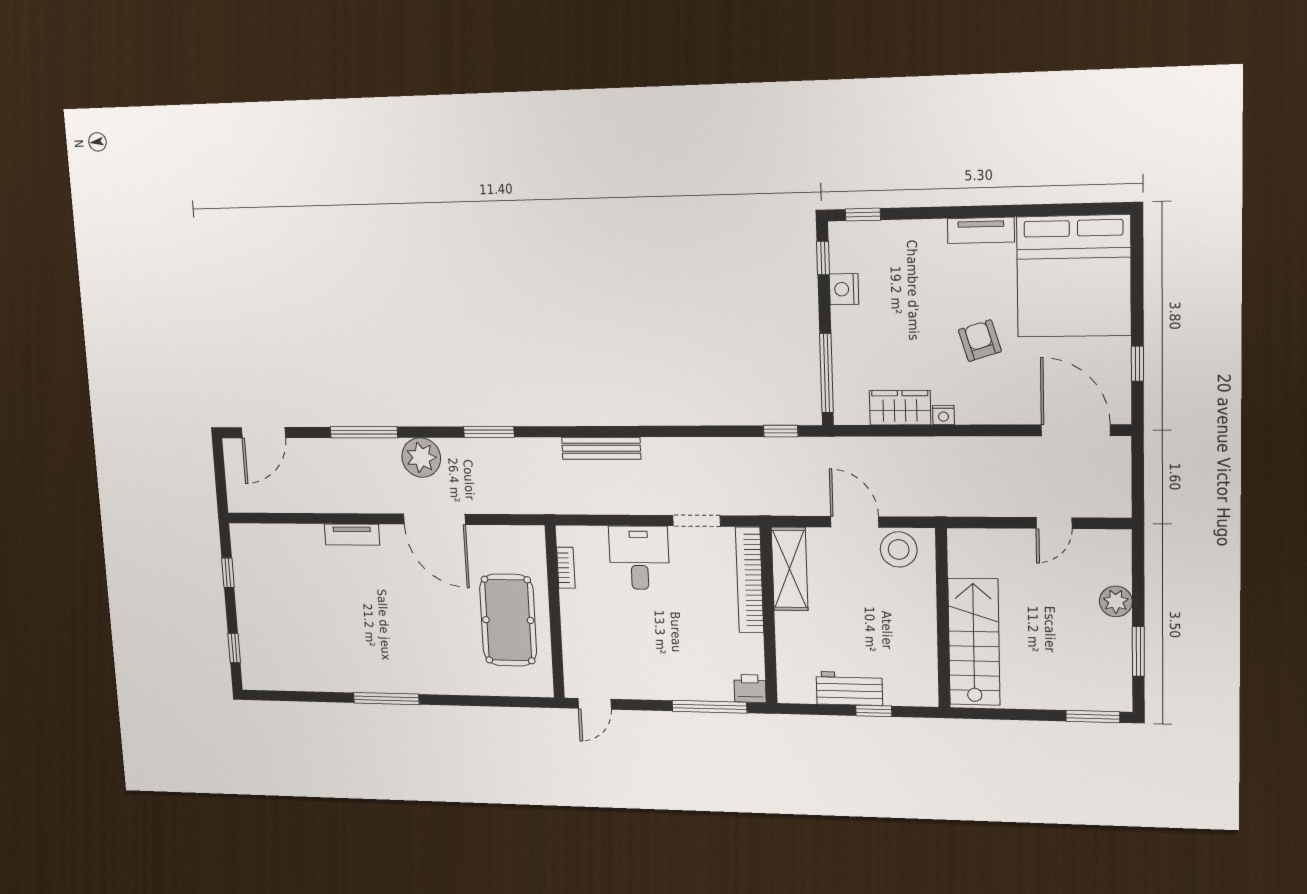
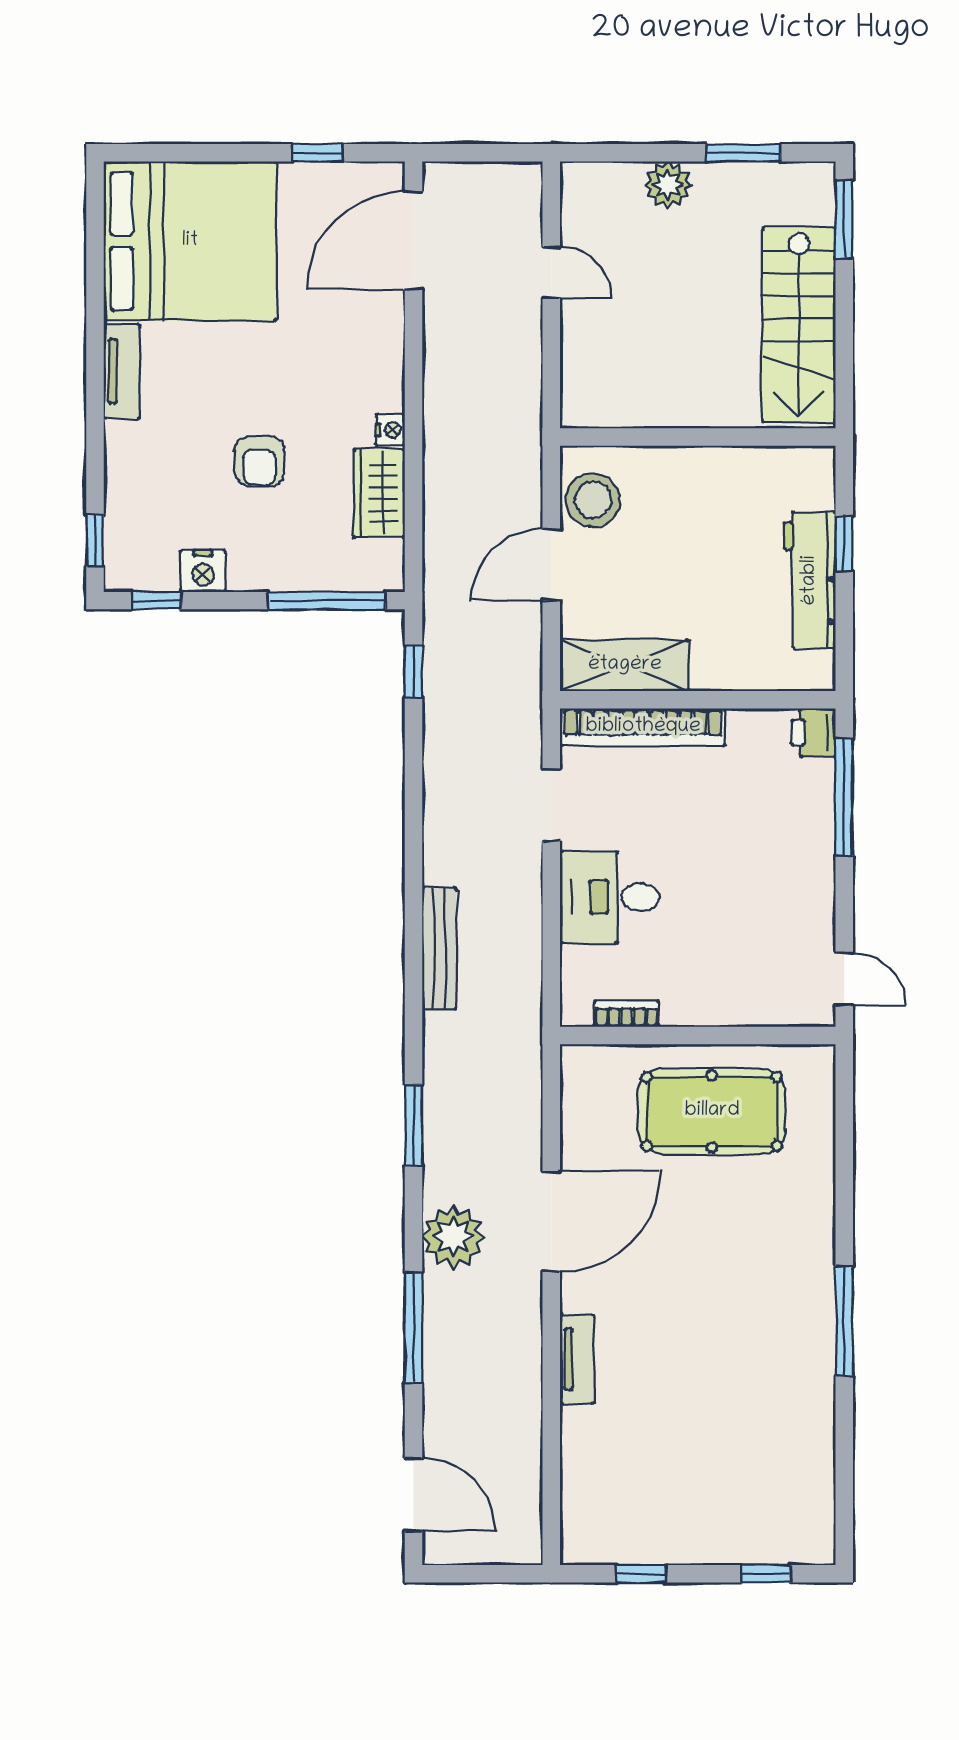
armchair: (980, 341) -> (259, 461), moved, turned -73
stairs: (974, 642) -> (799, 325), moved, turned -90
workbench: (849, 688) -> (810, 580), width x1.38

